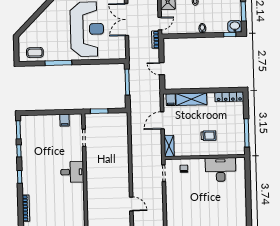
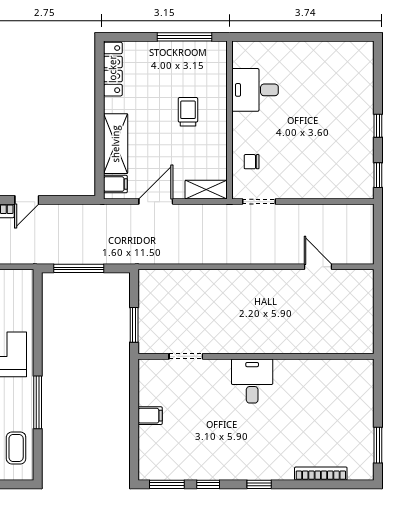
door: (162, 69) -> (27, 200), moved
filing cabinet: (64, 120) -> (150, 416), moved
door: (162, 120) -> (156, 202), swing flipped
desk: (221, 170) -> (255, 90), width x0.73
door: (131, 204) -> (318, 267), hinge flipped

